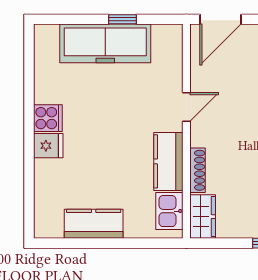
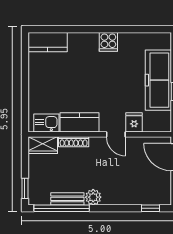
fridge: (48, 146) -> (134, 122), moved, turned 180
kitchen counter: (94, 224) -> (48, 42), moved, turned 90

